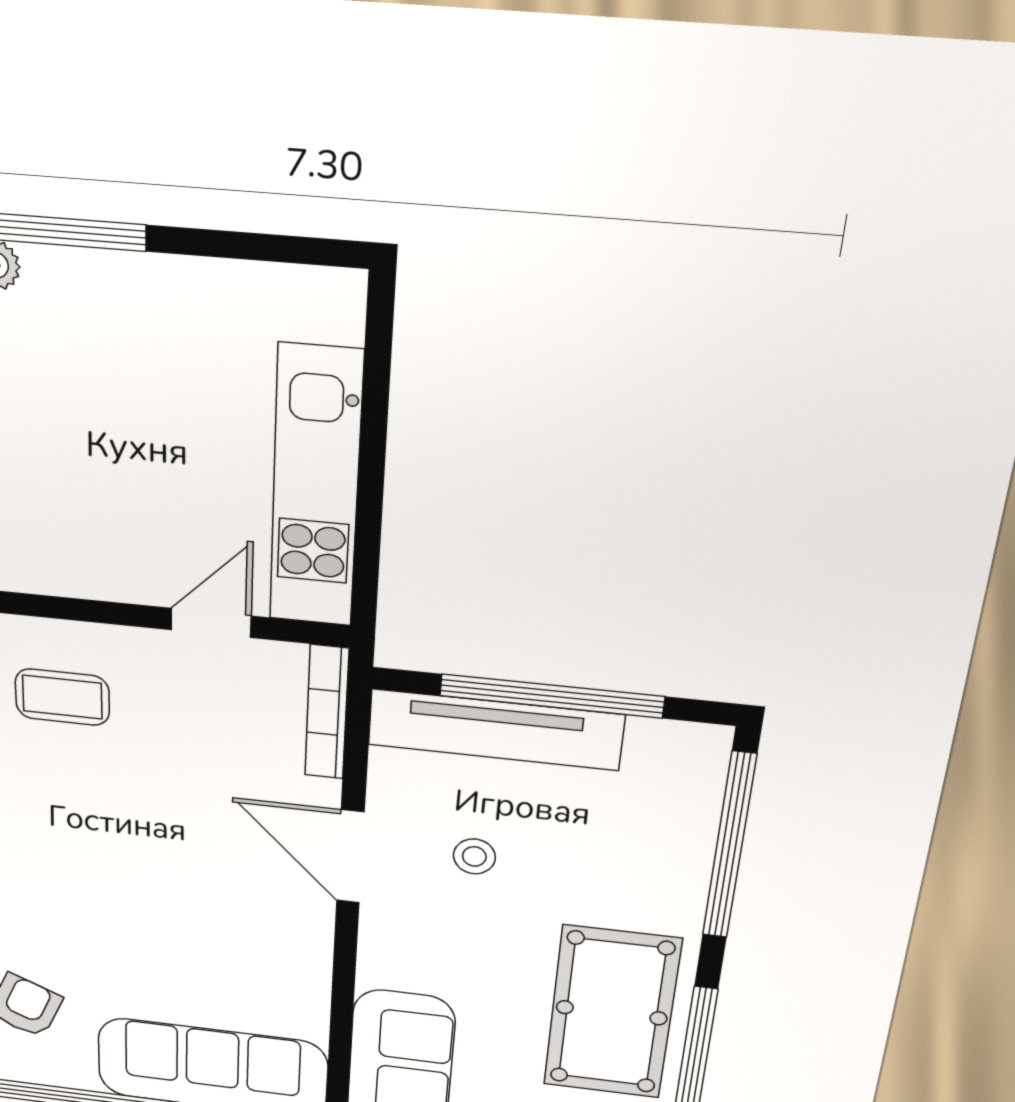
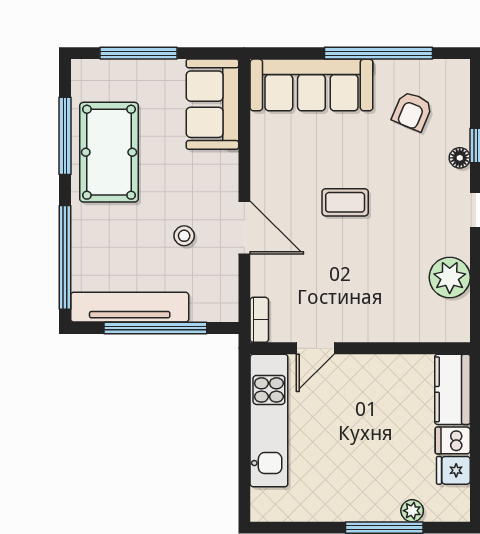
coffee table: (62, 697) -> (345, 202), moved
bookcase: (327, 712) -> (259, 320), width x0.64
tv unit: (495, 730) -> (130, 307), moved

